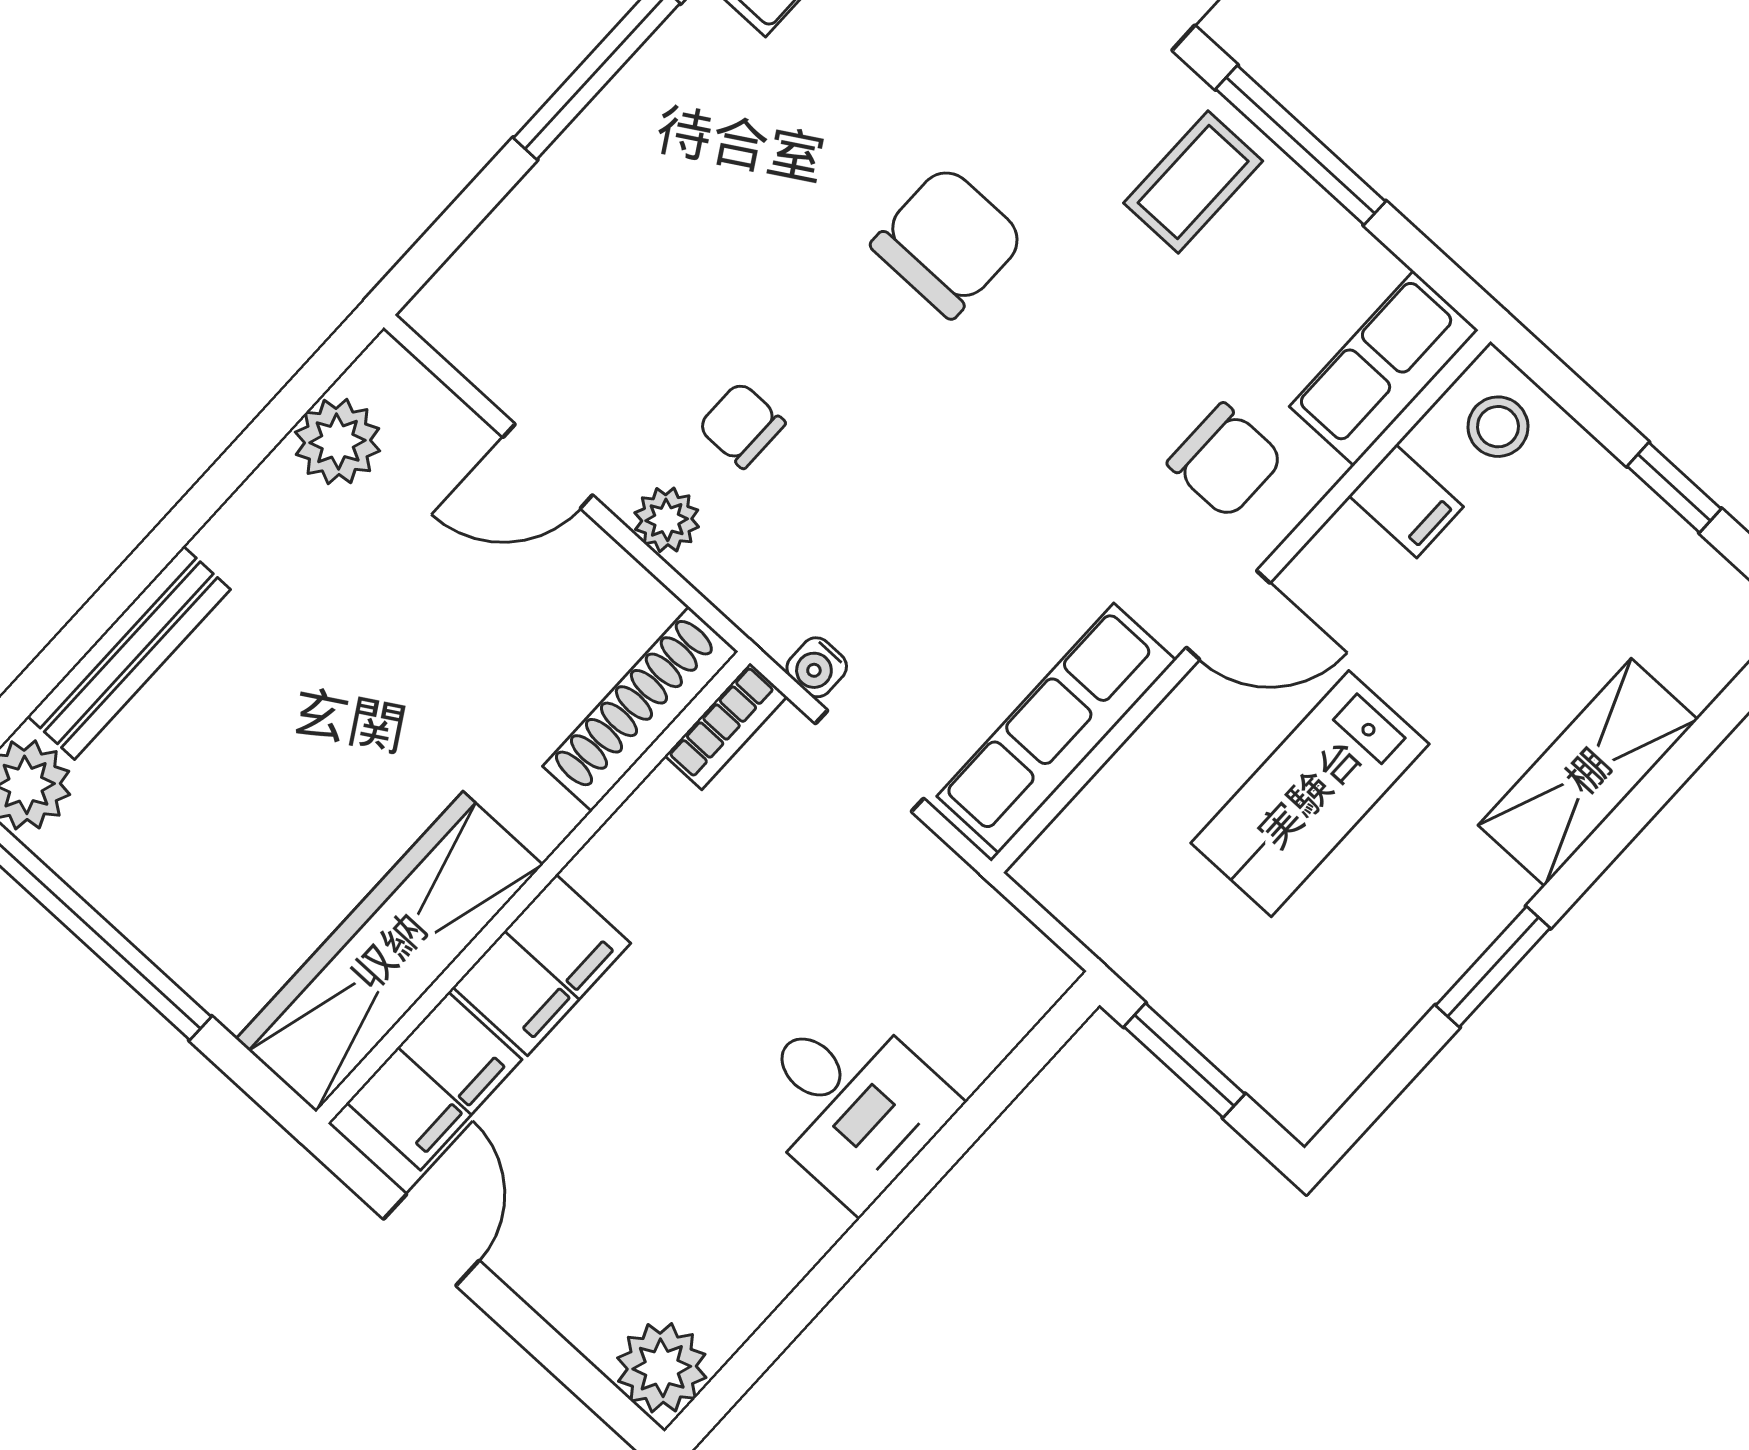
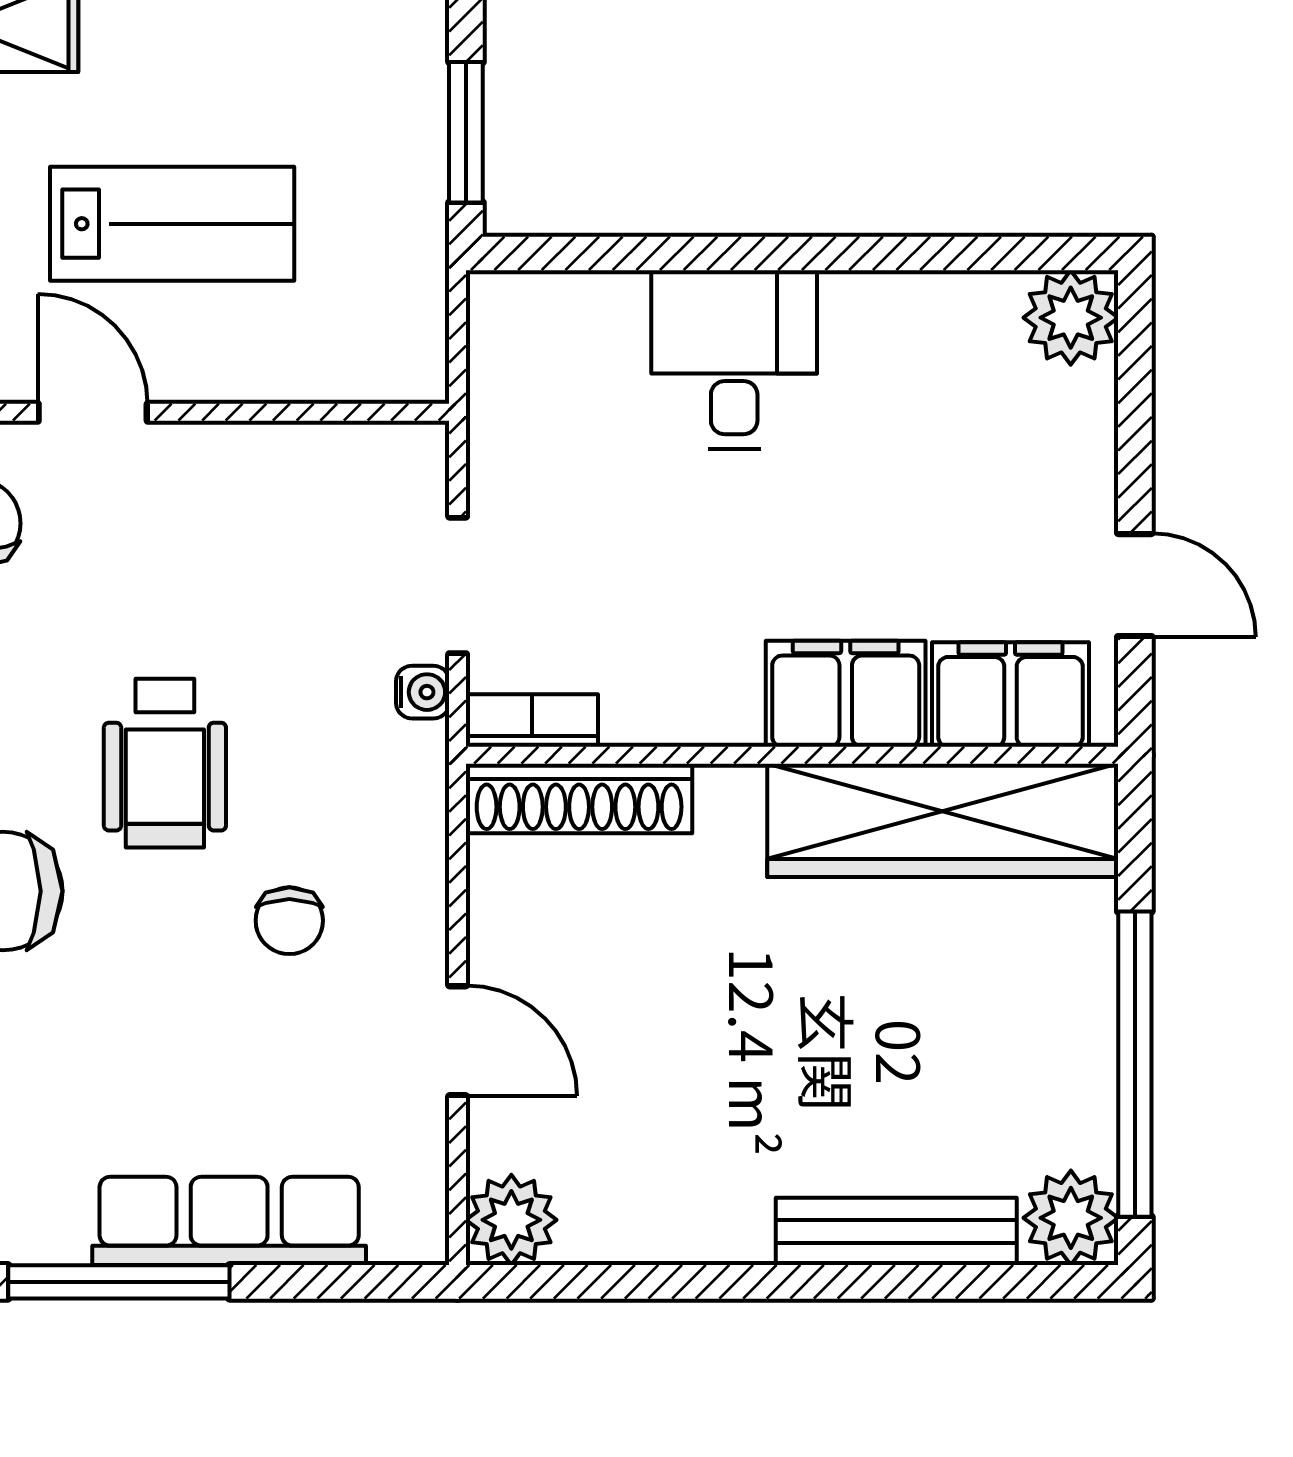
wheelchair: (933, 439) -> (165, 763), added
plant: (338, 442) -> (511, 1220), moved
plant: (667, 520) -> (415, 911), removed
row of seats: (1056, 728) -> (229, 1221), moved, turned 180
door: (431, 1240) -> (1135, 585), swing flipped

